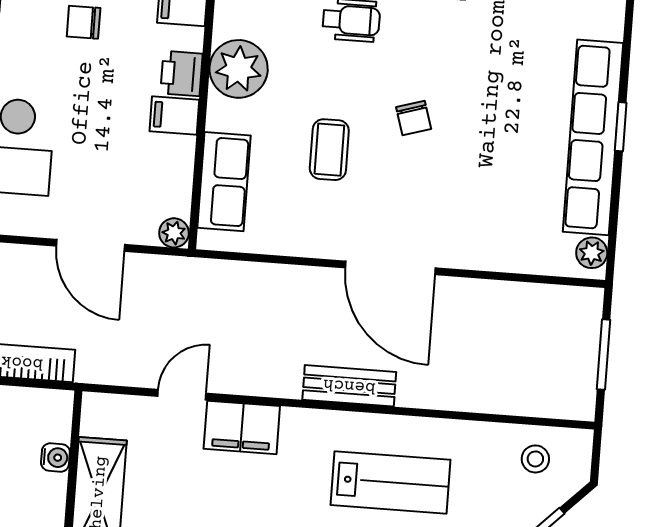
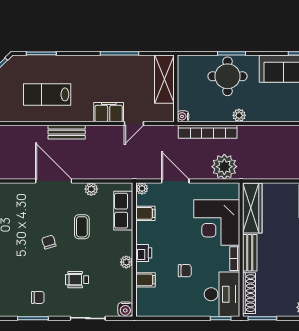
plant: (239, 69) -> (126, 262), width x0.53, depth x0.53
filing cabinet: (174, 115) -> (145, 213), moved
plant: (299, 241) -> (91, 189), added
water cooler: (55, 457) -> (183, 116), moved

